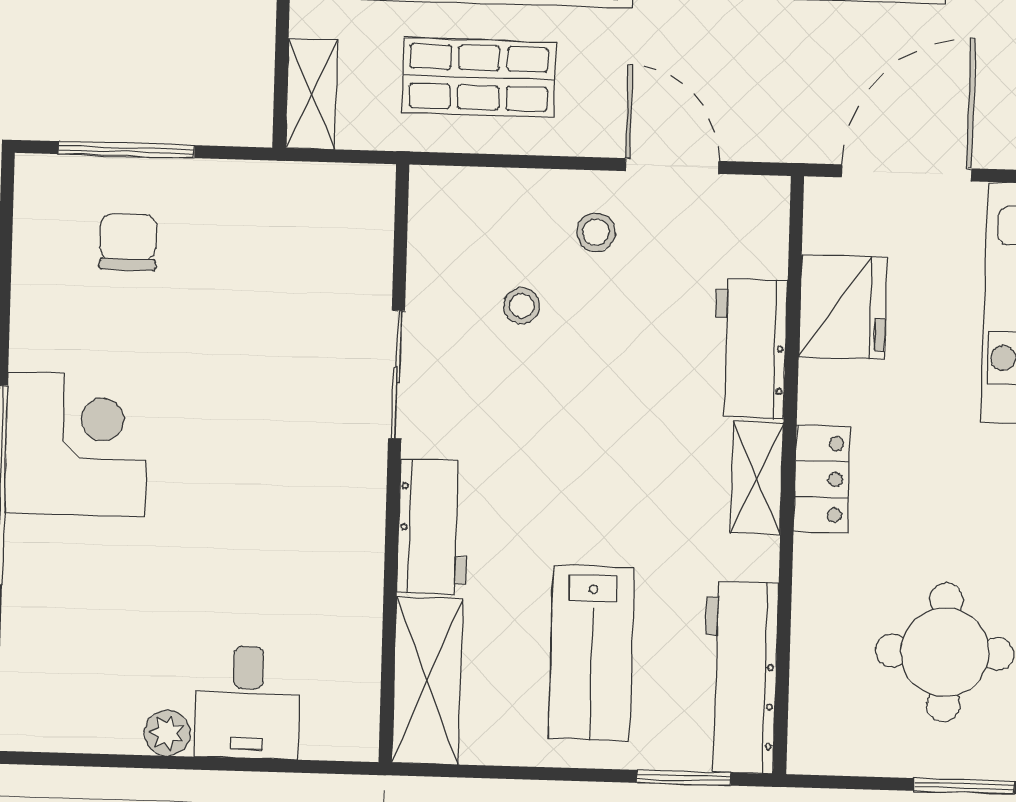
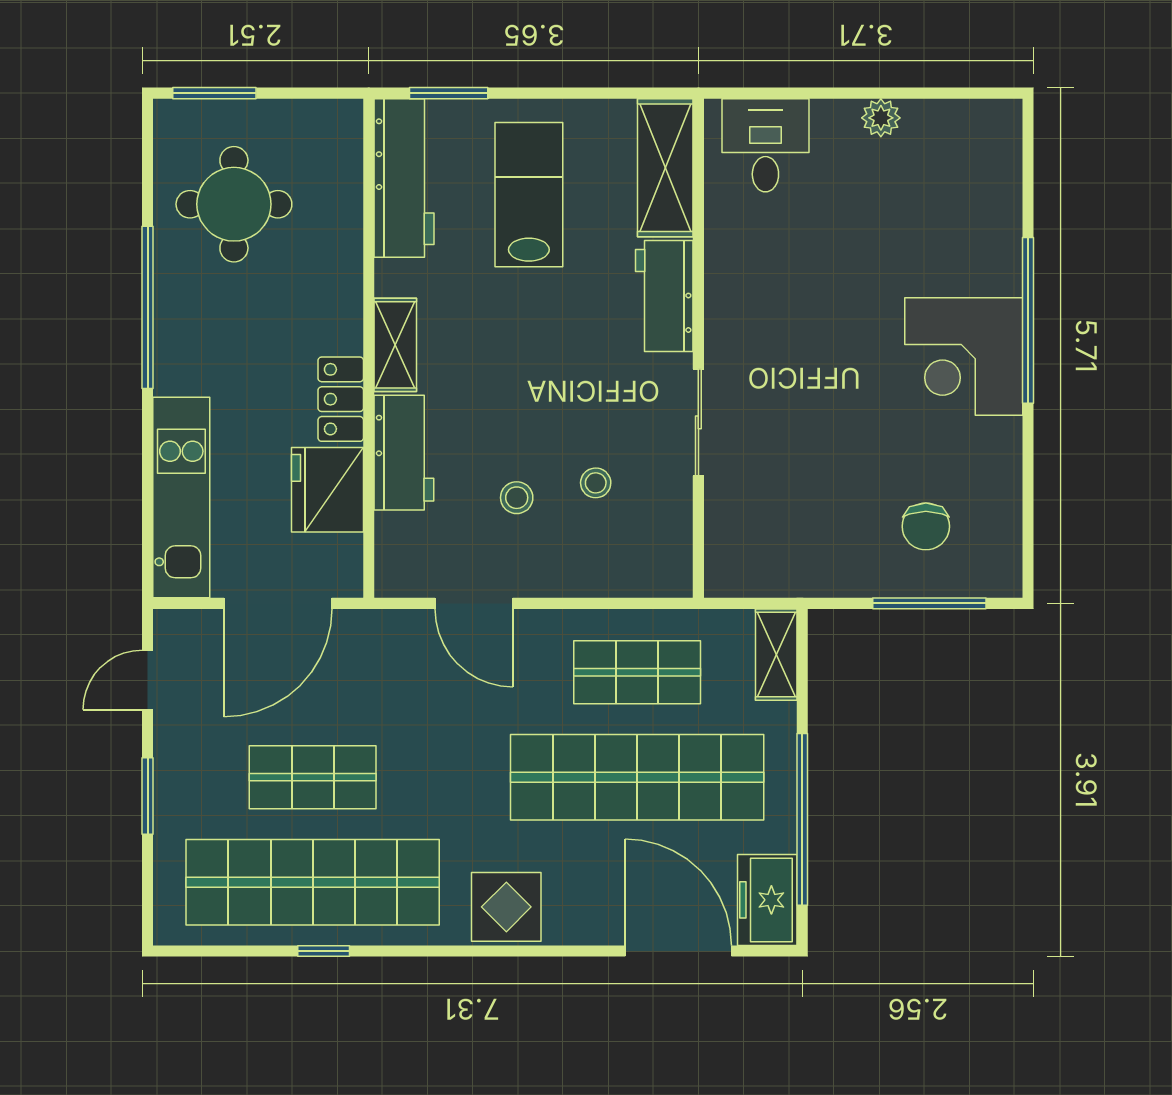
stool: (596, 232) -> (517, 498), moved
locker: (822, 479) -> (341, 399), moved
desk: (247, 702) -> (765, 145), moved

